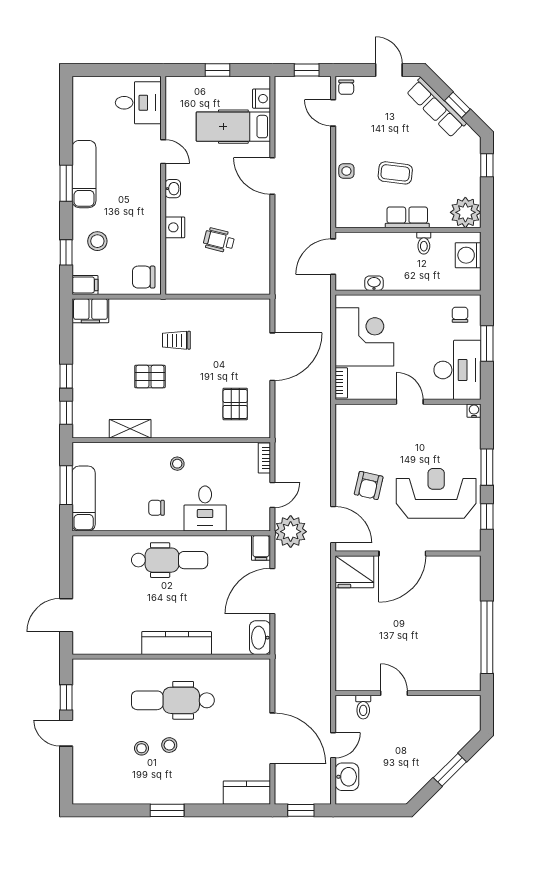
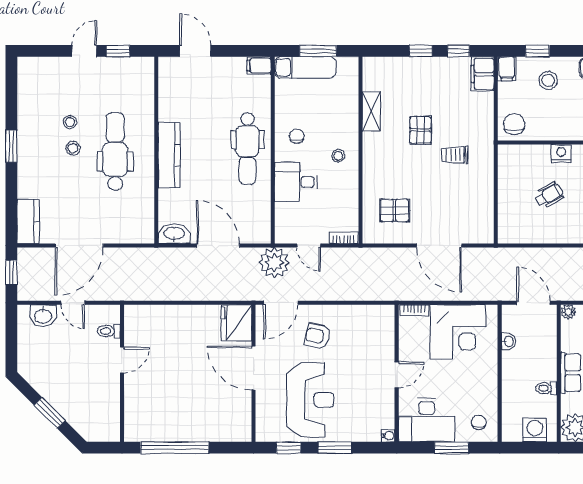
plant: (343, 220) -> (568, 312), added
wheelchair: (219, 240) -> (549, 195), turned 47
chair: (460, 315) -> (479, 422), turned -90
trolley: (176, 340) -> (455, 155), turned -90
window: (66, 413) -> (459, 51), moved
filing cabinet: (261, 548) -> (259, 66), moved

